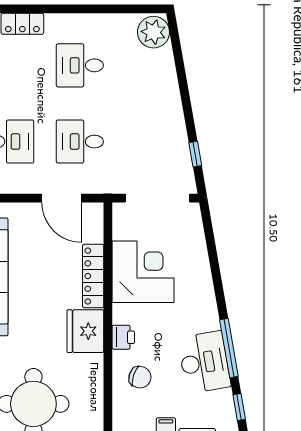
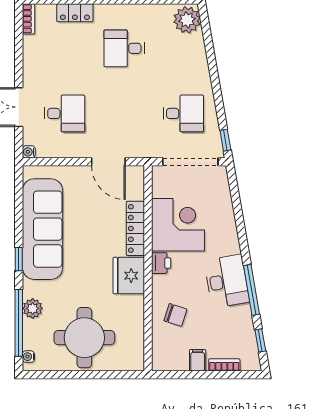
desk: (80, 142) -> (183, 113), moved, turned 180
window: (195, 154) -> (225, 140), moved
printer: (123, 337) -> (161, 263), moved
desk: (204, 362) -> (227, 281), moved

